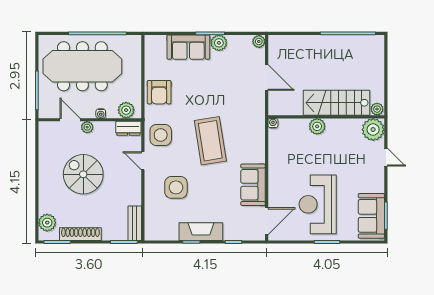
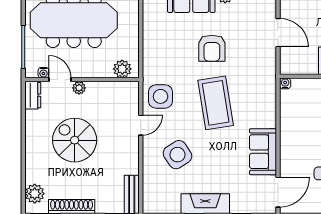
armchair: (159, 92) -> (212, 48), moved
water cooler: (101, 114) -> (43, 73), moved
dresser: (128, 128) -> (33, 95), moved, turned -90
door: (143, 161) -> (141, 125), swing flipped
side table: (176, 187) -> (177, 155), turned -33

